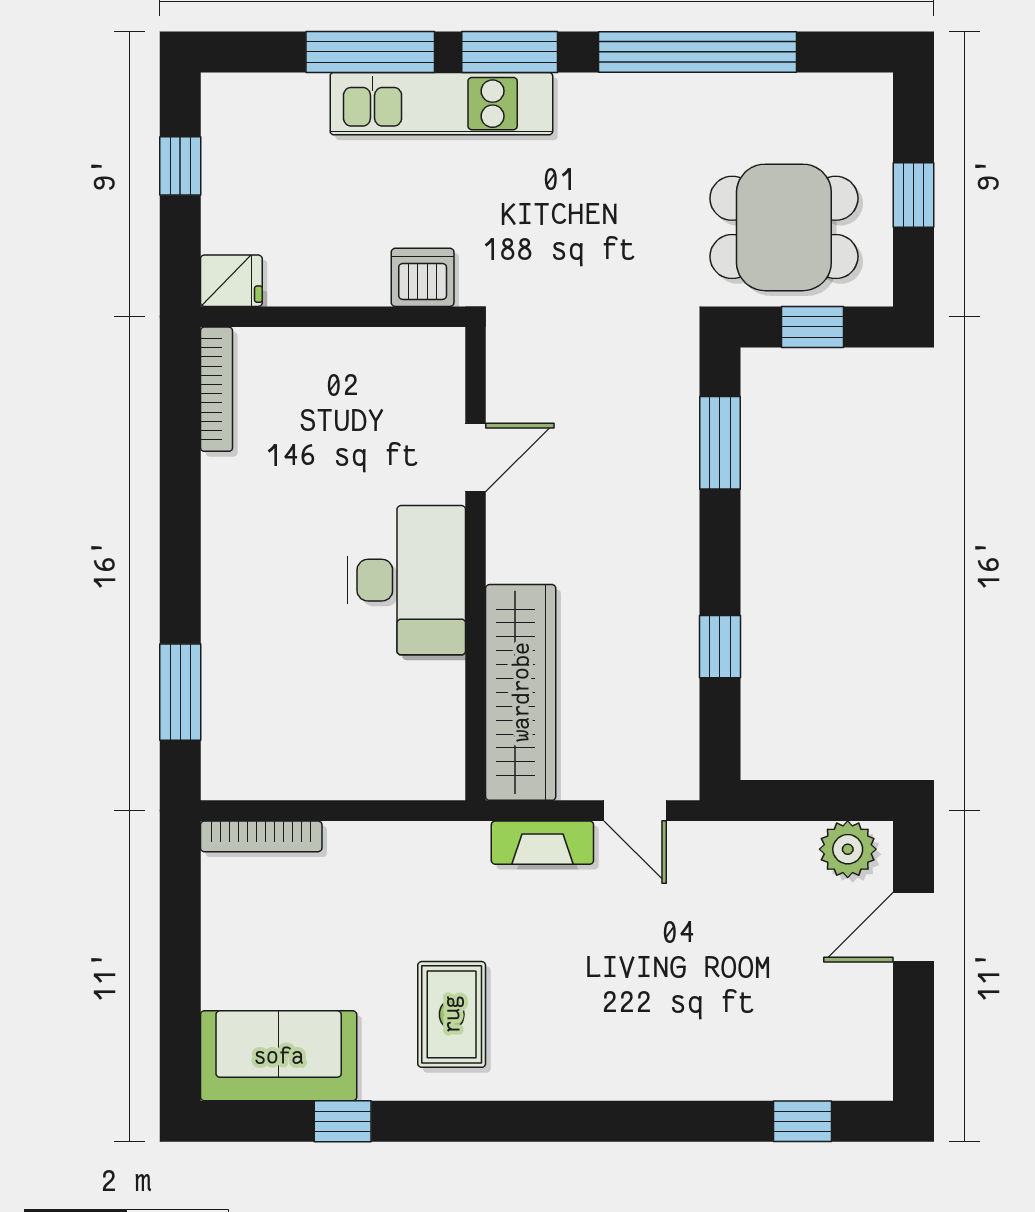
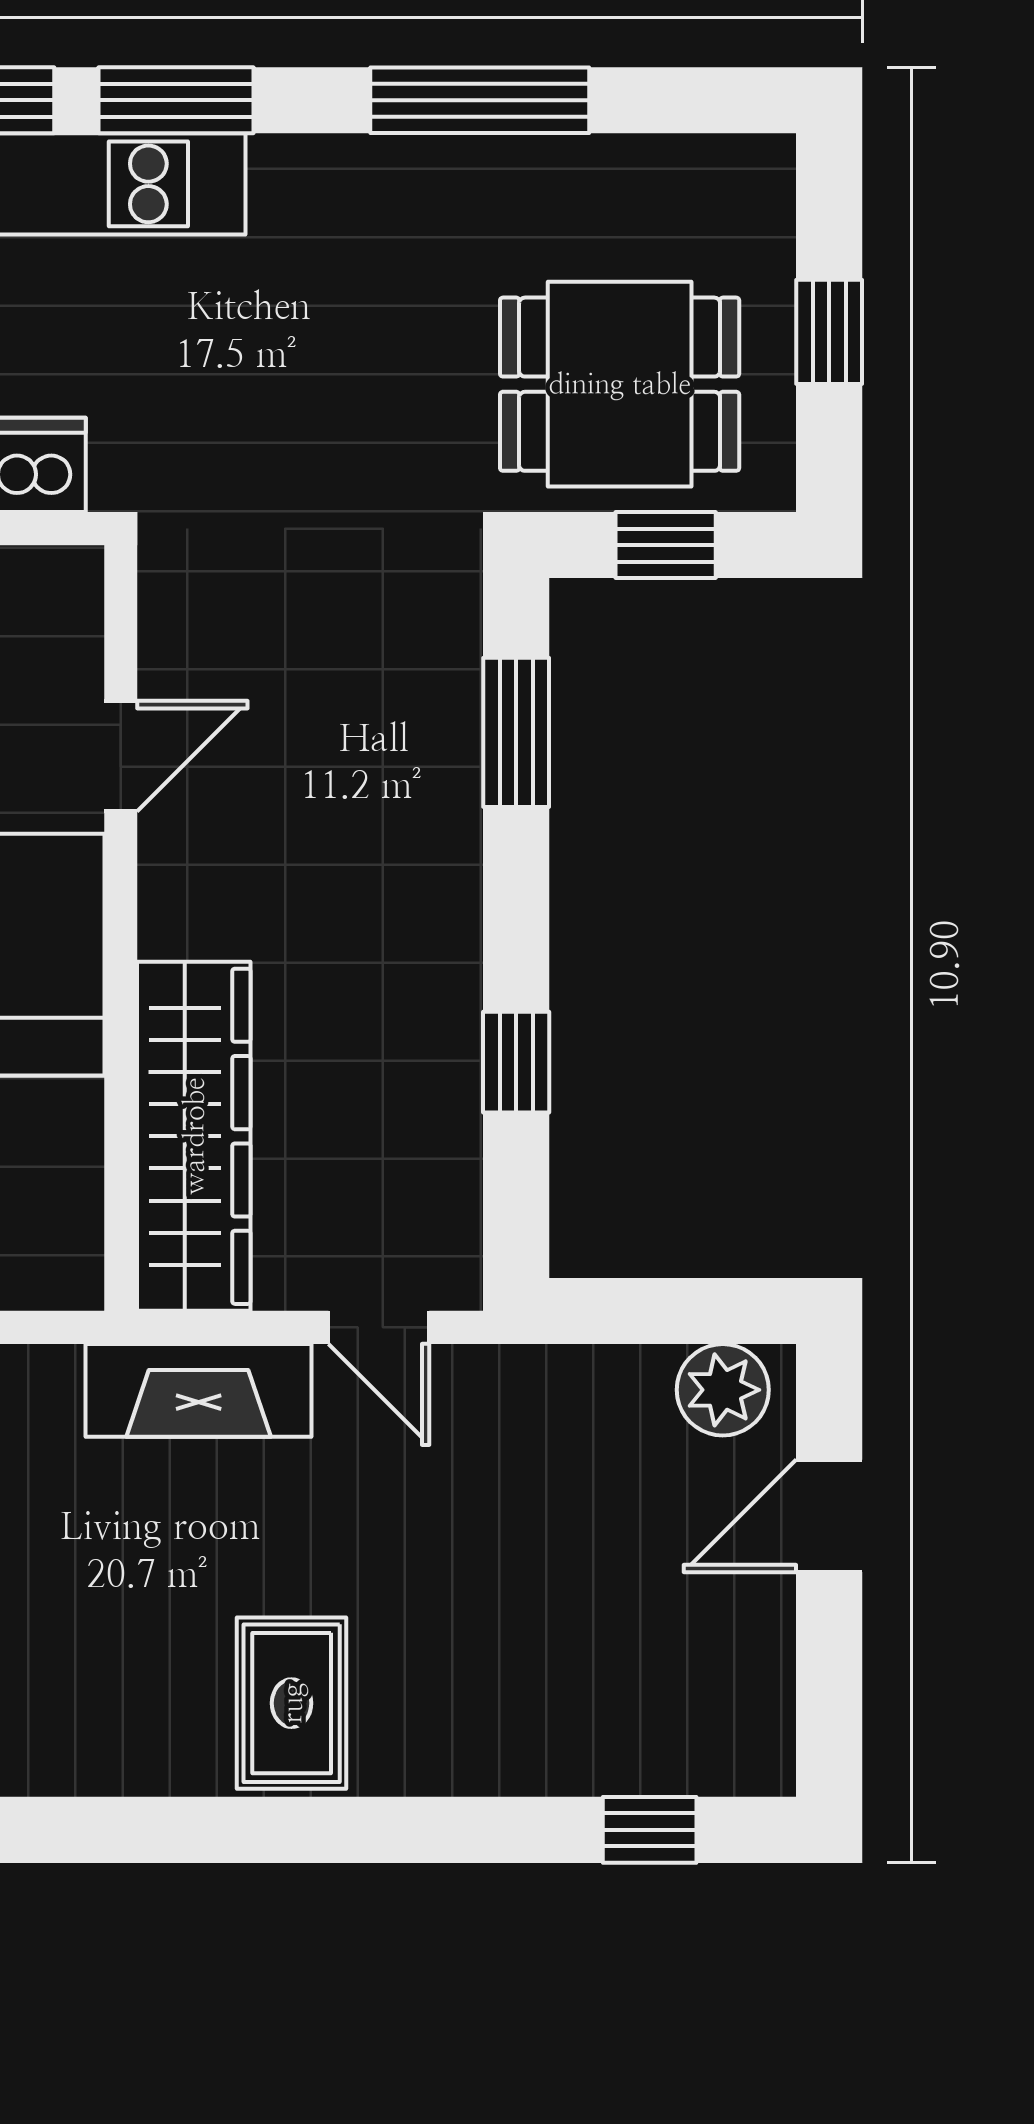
window: (698, 52) -> (480, 100), width x0.68
fireplace: (542, 843) -> (199, 1390), width x1.37, depth x1.32
rug: (452, 1014) -> (292, 1703), moved

